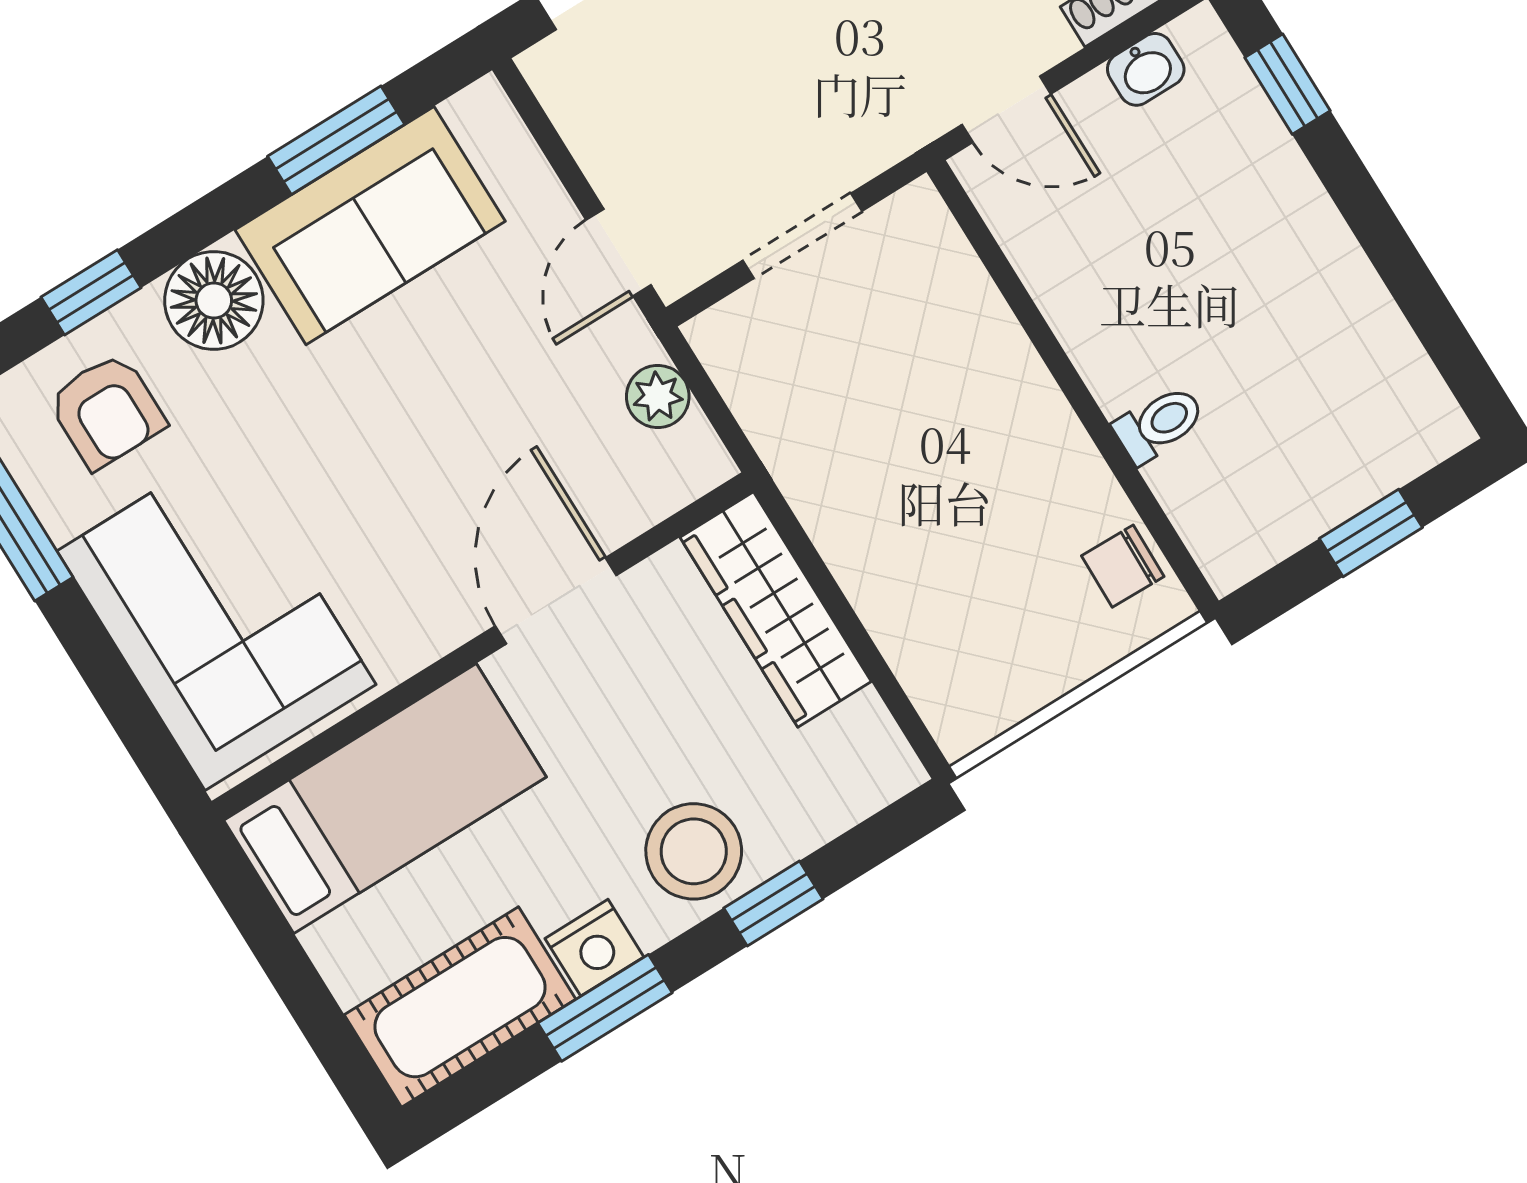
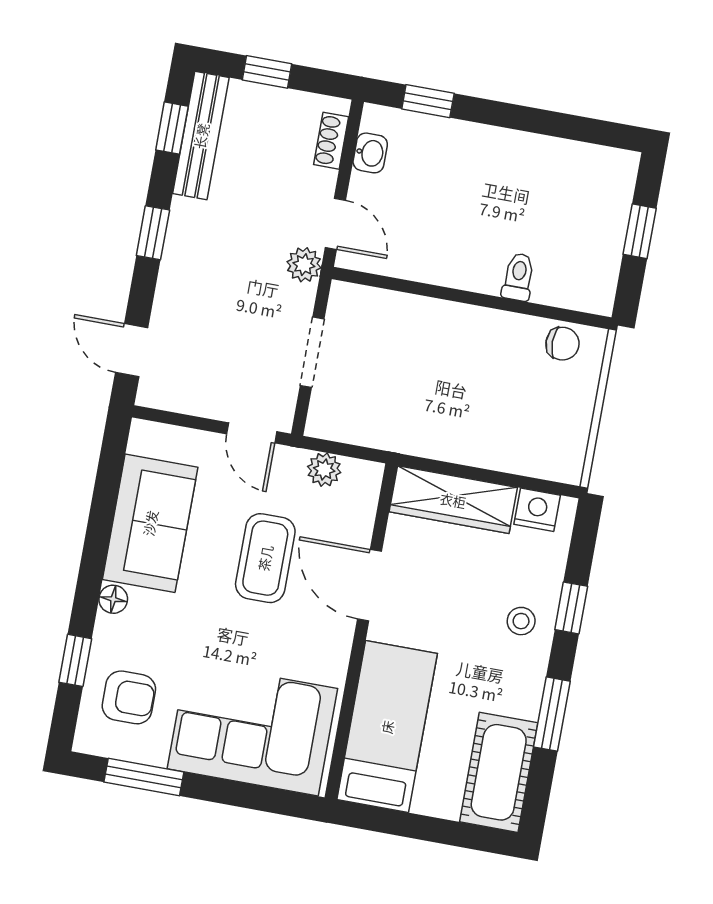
door: (1006, 109) -> (335, 224), hinge flipped
plant: (912, 117) -> (304, 265), added
window: (336, 140) -> (103, 506), removed
floor lamp: (214, 300) -> (113, 599), width x0.53, depth x0.53
coffee table: (465, 425) -> (265, 558), added
chair: (1123, 566) -> (562, 344), turned -91
stool: (694, 851) -> (521, 621), width x0.53, depth x0.53
nightstand: (594, 948) -> (537, 510), moved, turned -90

